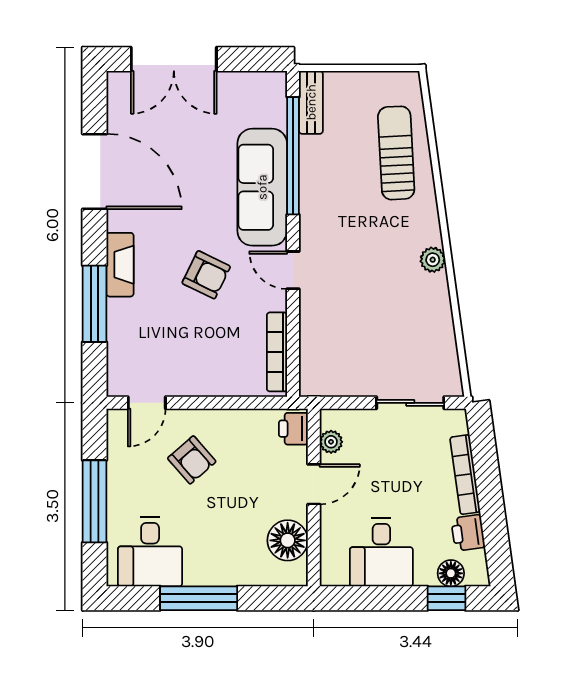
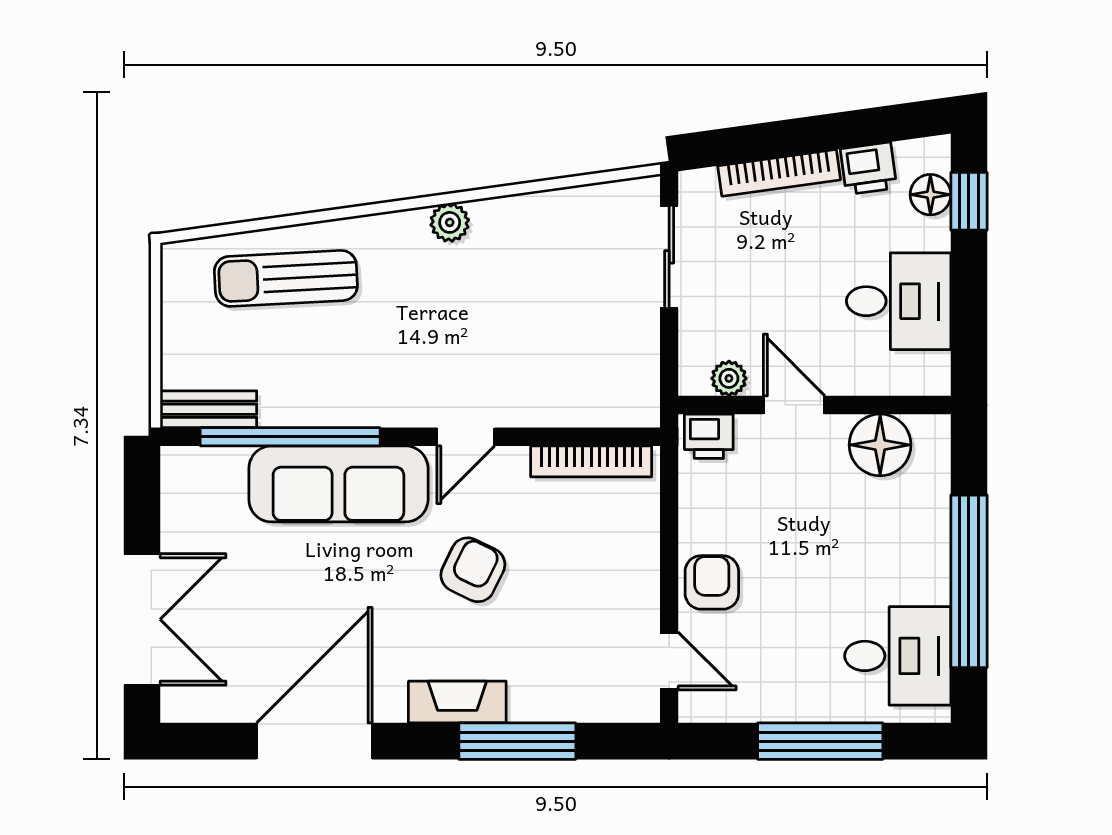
armchair: (192, 460) -> (712, 582), moved, turned -49
window: (199, 598) -> (969, 581), width x1.46

